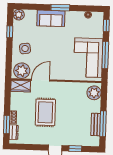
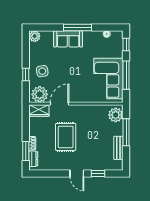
window: (60, 8) -> (78, 27), width x1.44
window: (10, 32) -> (26, 75), moved
window: (103, 124) -> (126, 132), moved

